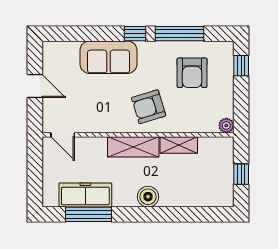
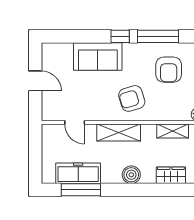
door: (63, 135) -> (75, 122), moved
shelving: (179, 145) -> (173, 131), moved
wardrobe: (195, 197) -> (171, 175), added

